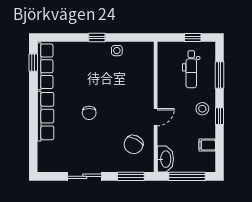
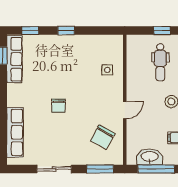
window: (61, 38) -> (30, 31), added
side table: (117, 51) -> (107, 70), moved
row of seats: (46, 116) -> (15, 132), moved
washbasin: (165, 159) -> (150, 157), moved, turned -90

